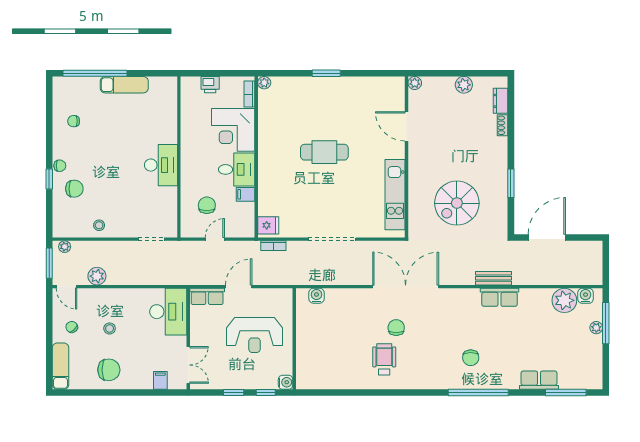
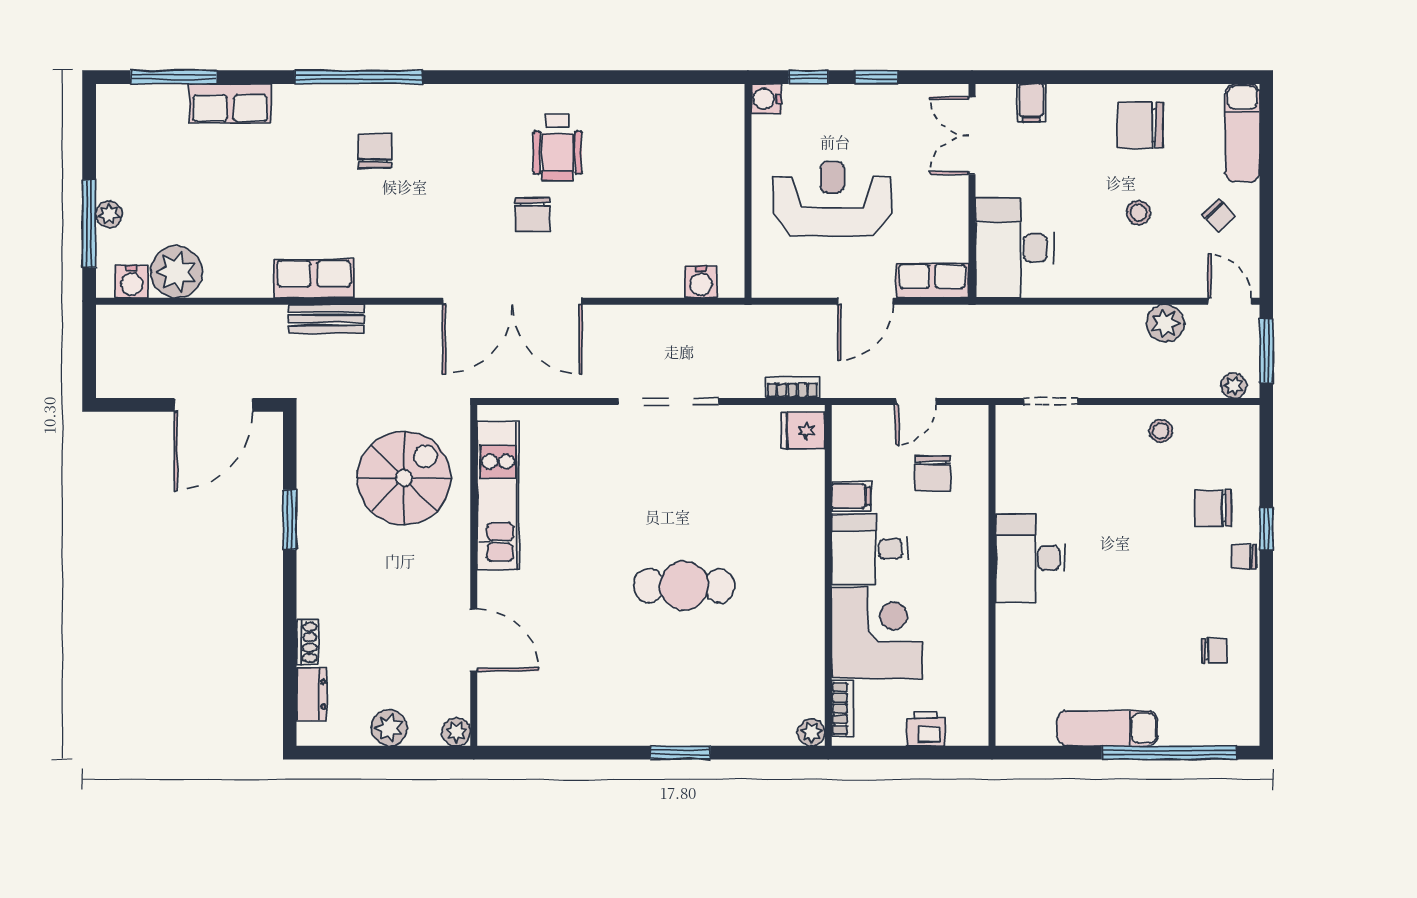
plant: (415, 83) -> (456, 732), moved
door: (407, 126) -> (474, 640), moved
wall: (407, 157) -> (474, 575), moved
kitchen unit: (395, 195) -> (498, 496), moved

